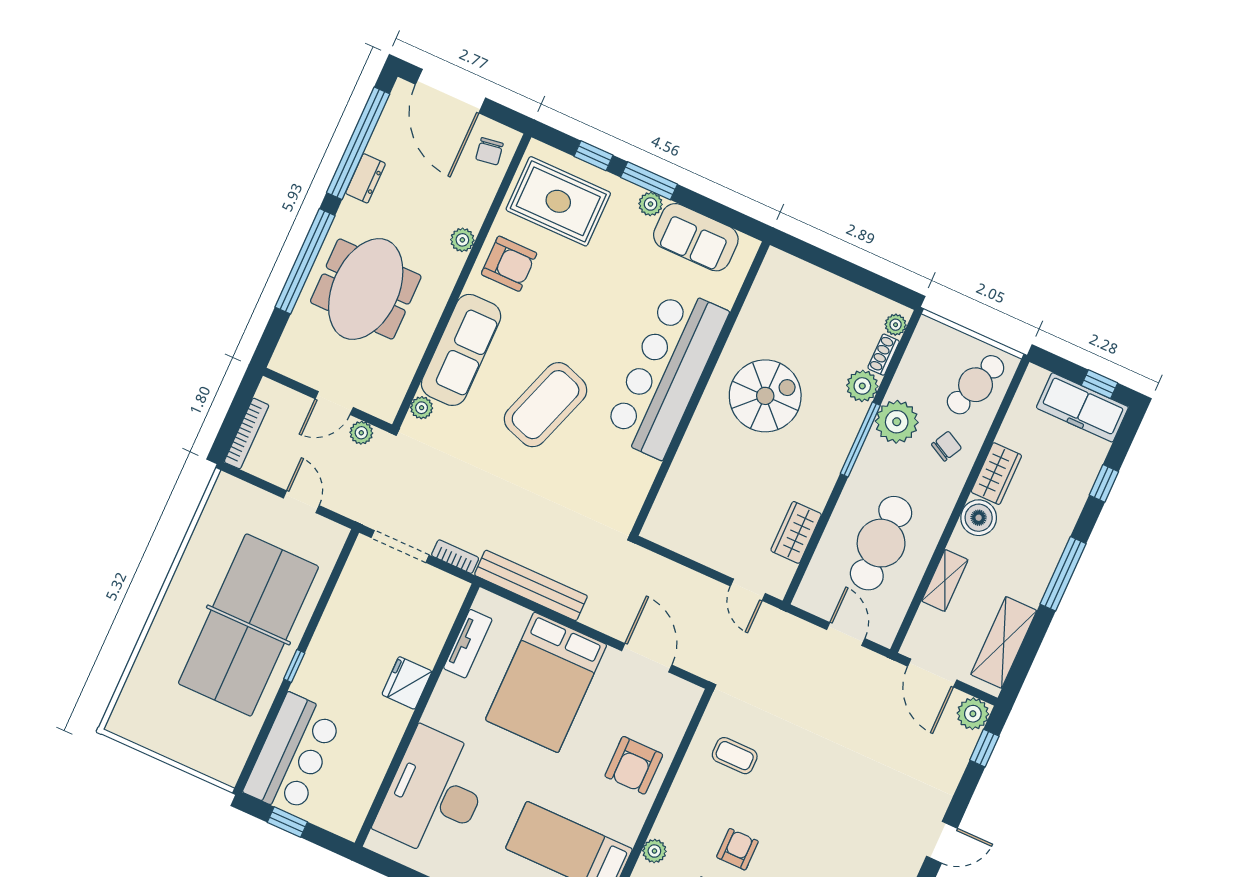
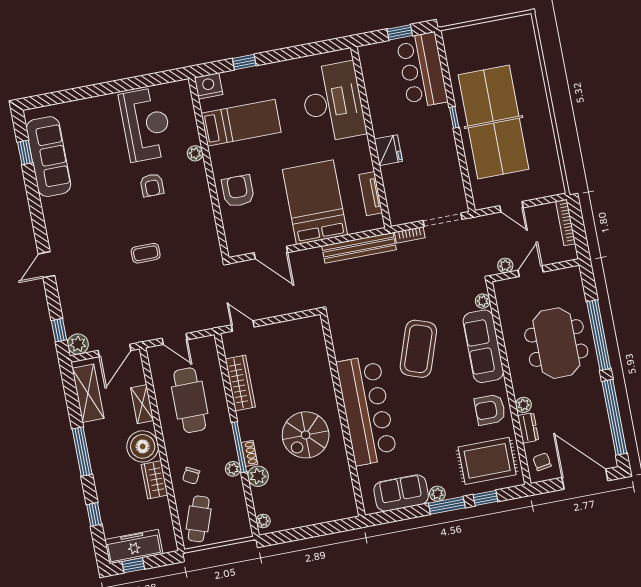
dresser: (365, 178) -> (528, 428), moved, turned 180
shoe rack: (884, 355) -> (249, 453), moved
plant: (897, 422) -> (233, 469), width x0.53, depth x0.53
boiler: (979, 518) -> (143, 446), width x1.37, depth x1.37
wardrobe: (796, 532) -> (240, 383), width x1.50
door: (932, 673) -> (114, 350), swing flipped
coffee table: (735, 756) -> (146, 253), moved

